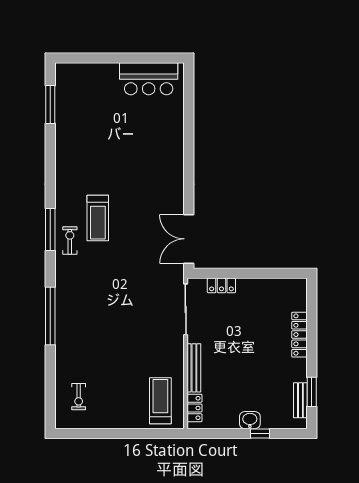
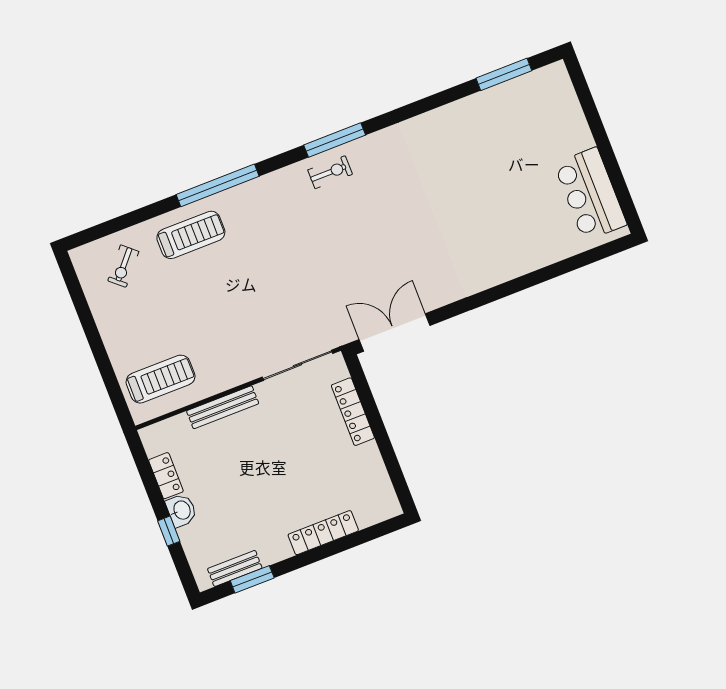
treadmill: (98, 218) -> (191, 235), moved, turned 180
locker: (221, 285) -> (353, 412), width x1.53
exercise bike: (79, 397) -> (123, 266), turned -49
locker: (195, 408) -> (166, 476), moved, turned -90

